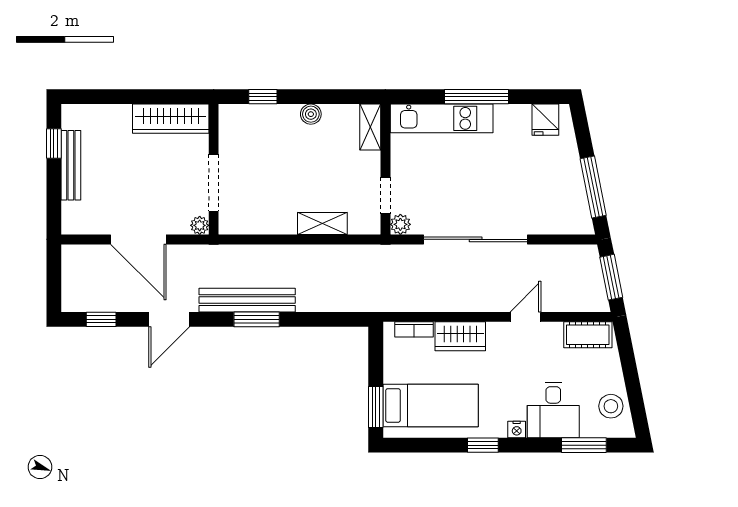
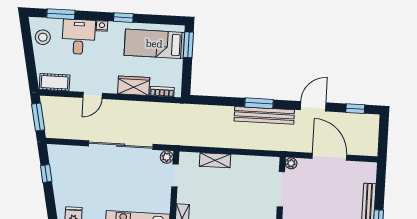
window: (593, 187) -> (46, 173), width x0.46

